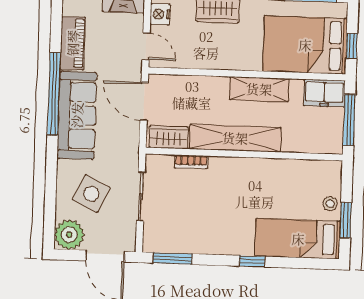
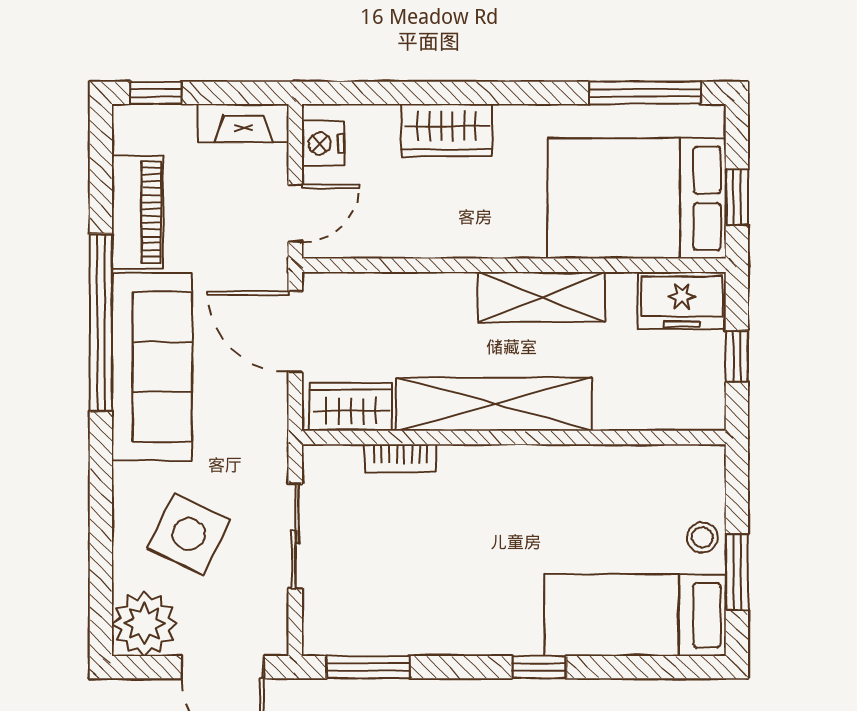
door: (146, 46) -> (295, 213), hinge flipped
window: (349, 120) -> (737, 357), width x0.46

